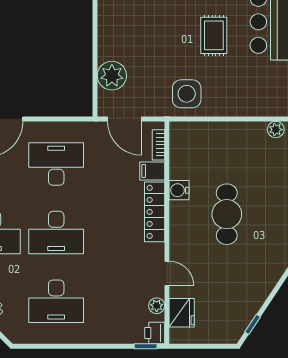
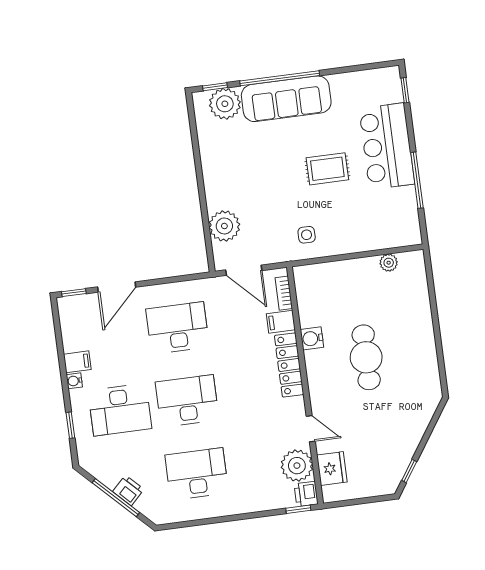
rug: (214, 35) -> (327, 169), turned 90
side table: (187, 94) -> (307, 235), width x0.54, depth x0.54
plant: (276, 130) -> (389, 263), moved
desk: (56, 233) -> (187, 401), turned 180
desk: (56, 301) -> (197, 474), turned 180
plant: (157, 306) -> (297, 466), width x1.88, depth x1.88

